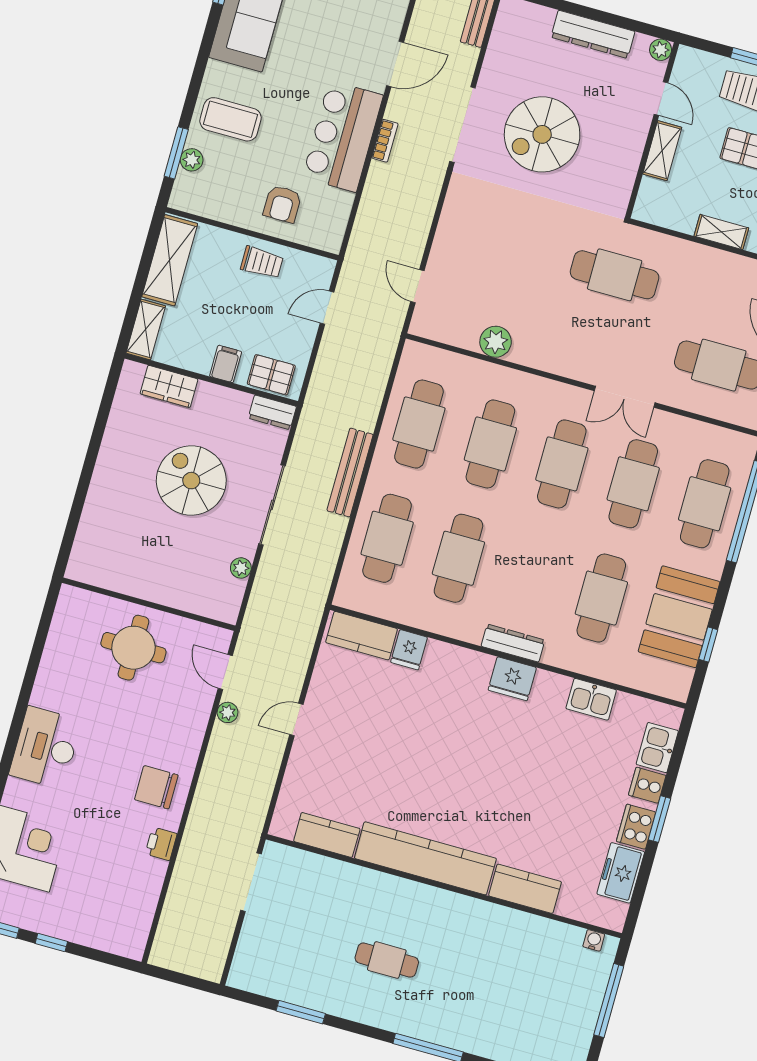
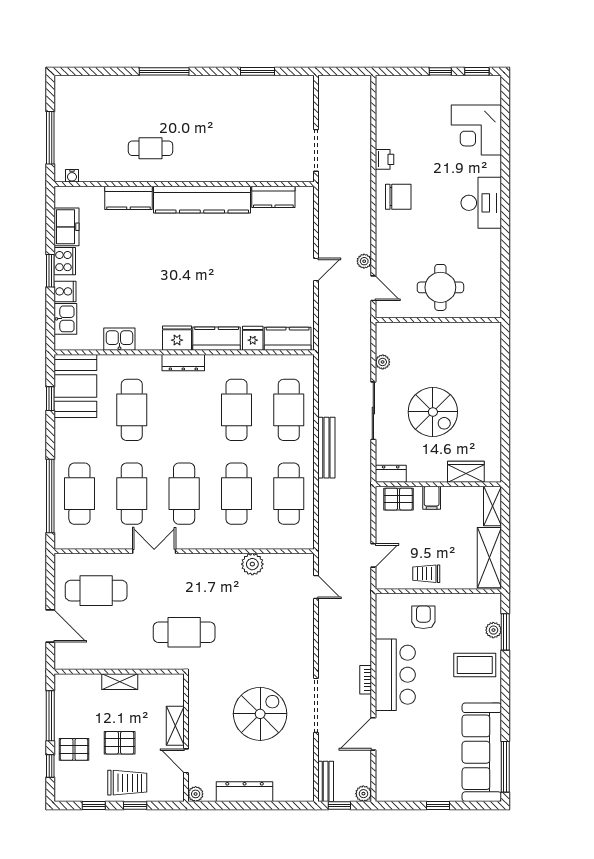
booth: (679, 617) -> (75, 386), moved
kitchen counter: (458, 663) -> (217, 339), added
cafe table: (387, 960) -> (151, 148), moved

